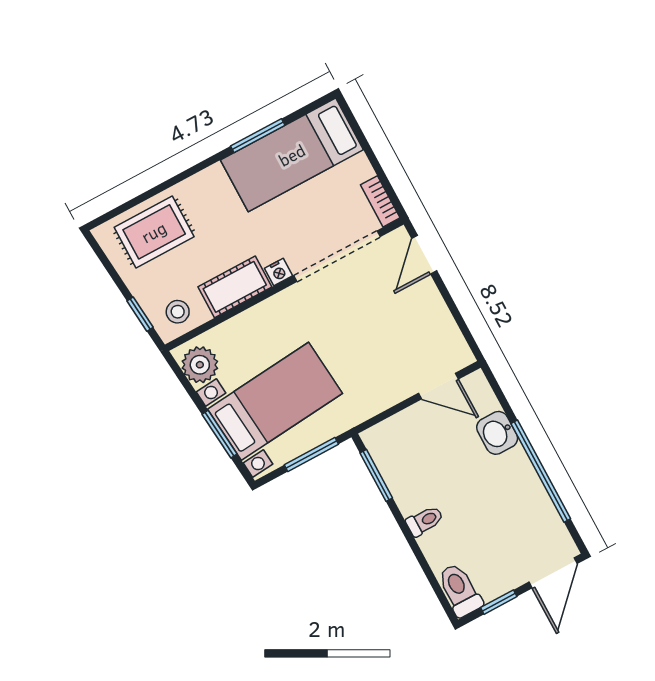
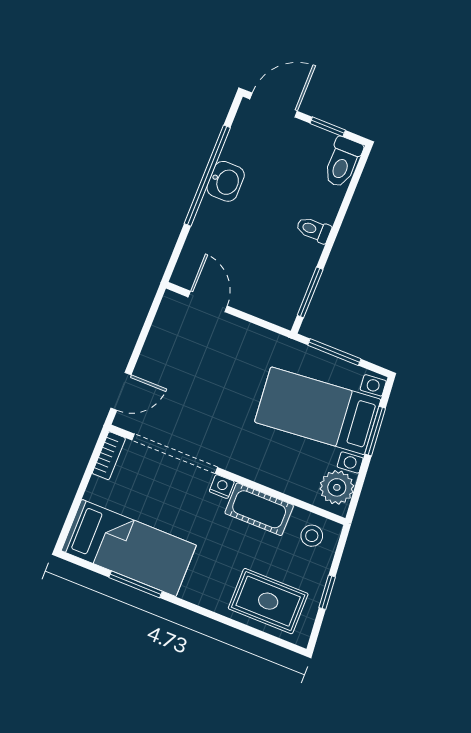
window: (140, 314) -> (327, 592), moved
washbasin: (497, 433) -> (226, 181), moved

